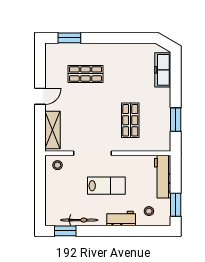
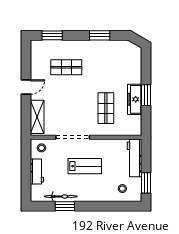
window: (123, 38) -> (100, 35), added
freezer: (163, 70) -> (135, 99), moved
window: (176, 120) -> (146, 95), moved
workbench: (121, 219) -> (37, 172), moved, turned 90
window: (65, 231) -> (65, 206), moved

